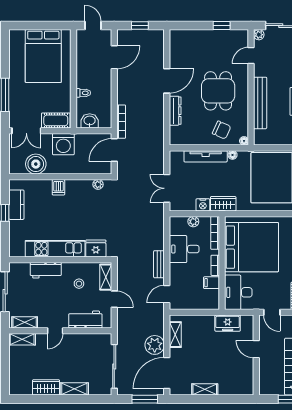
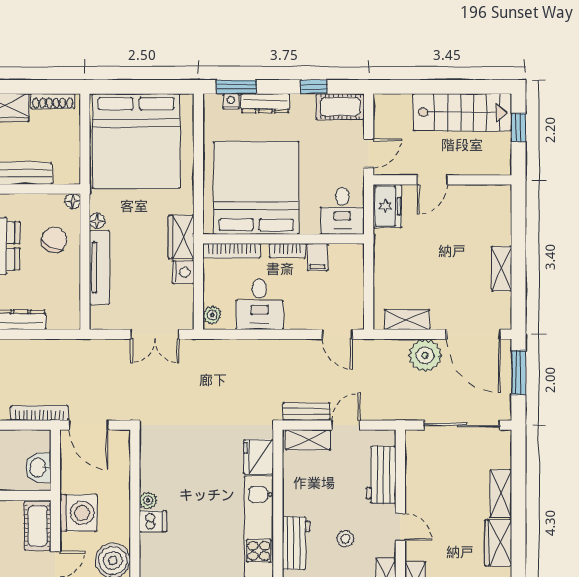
plant: (98, 184) -> (148, 500), moved
plant: (193, 222) -> (212, 315), moved
bench: (159, 264) -> (306, 412), moved
stool: (79, 284) -> (345, 539), moved
desk: (238, 292) -> (342, 211), width x0.73
freezer: (228, 323) -> (387, 206), moved

